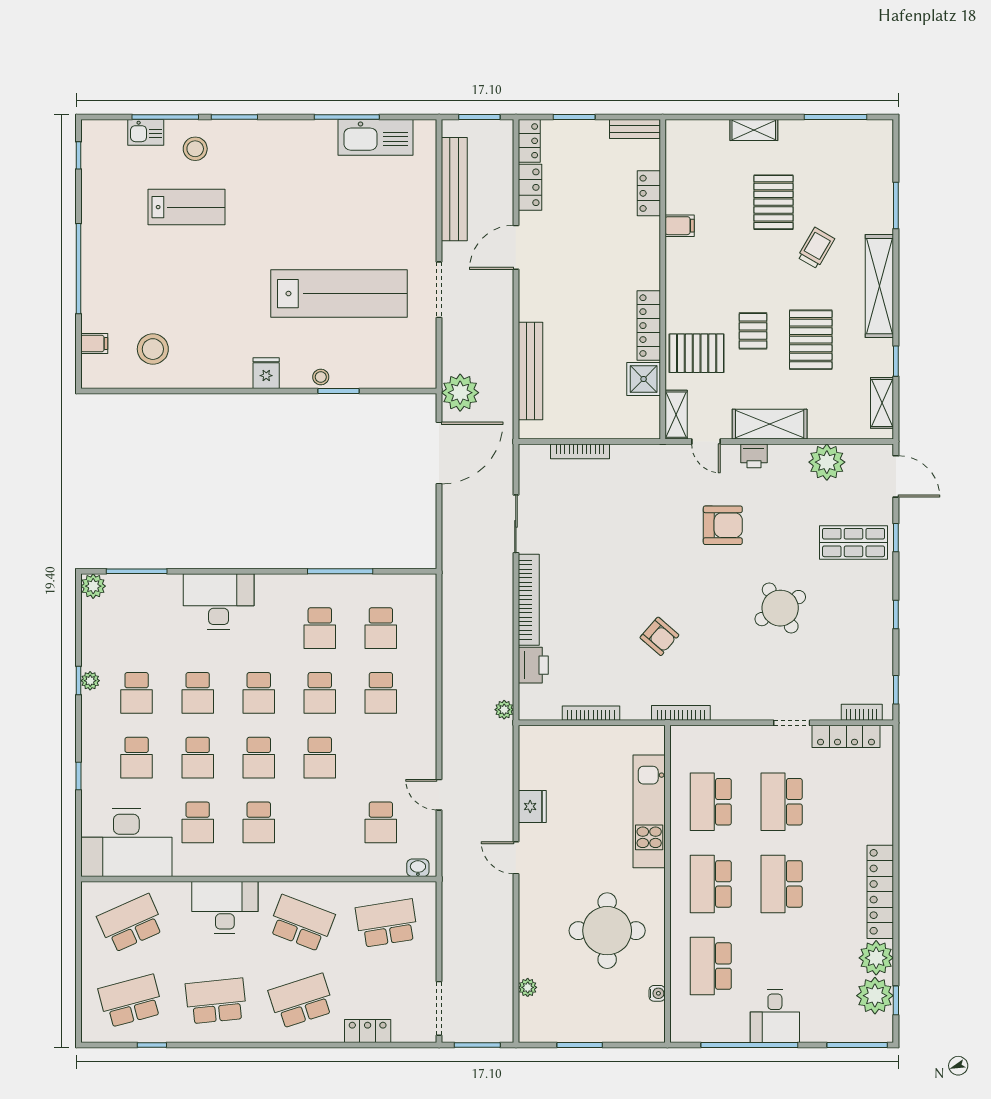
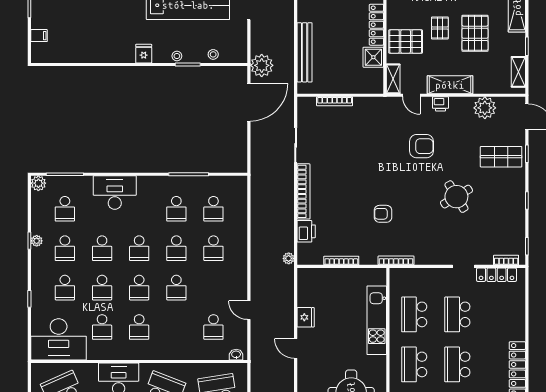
stool: (153, 349) -> (213, 54), moved, width x0.53, depth x0.53
school desk: (137, 628) -> (65, 209), added
armchair: (659, 636) -> (383, 214), turned 139

